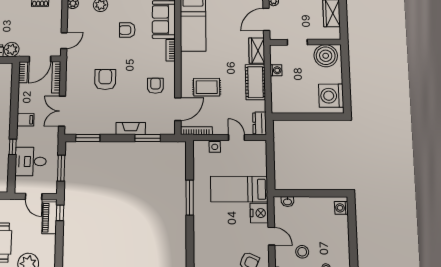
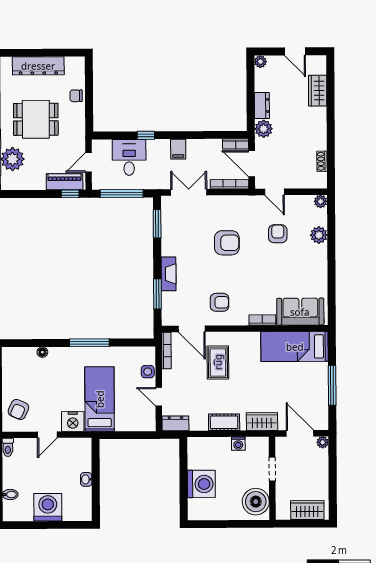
armchair: (127, 30) -> (278, 234), moved
cot: (255, 82) -> (224, 422), width x0.73, depth x0.75
washing machine: (331, 96) -> (201, 484), moved, turned 90
door: (237, 137) -> (159, 397), swing flipped
window: (61, 168) -> (122, 194), width x1.44
washbasin: (287, 202) -> (86, 479), moved
washing machine: (341, 208) -> (48, 507), moved, width x1.89, depth x1.89
floor lamp: (198, 239) -> (42, 352), added
stool: (302, 252) -> (31, 469), removed

